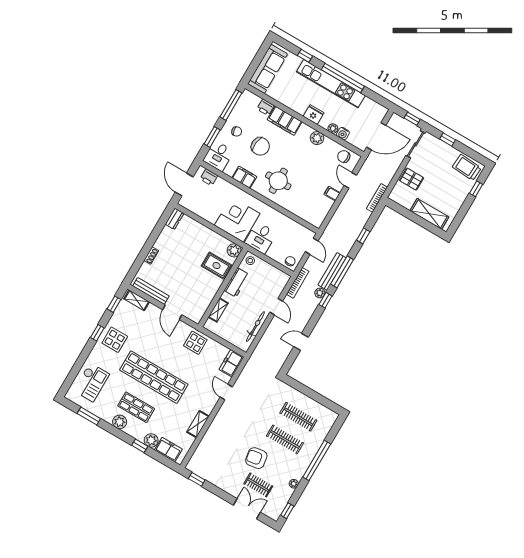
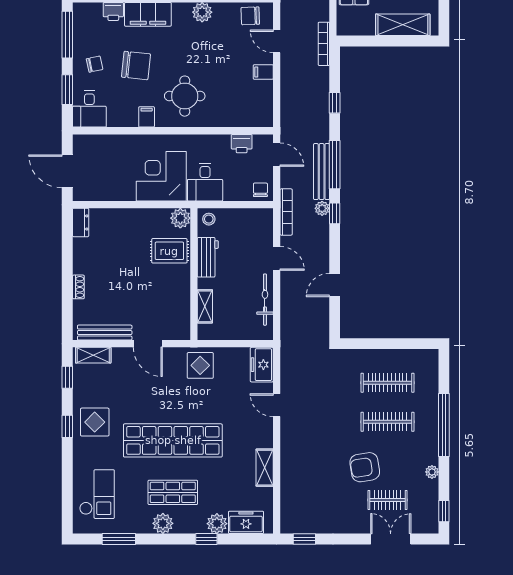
printer: (209, 177) -> (242, 144), moved
filing cabinet: (244, 177) -> (147, 117), width x0.50

